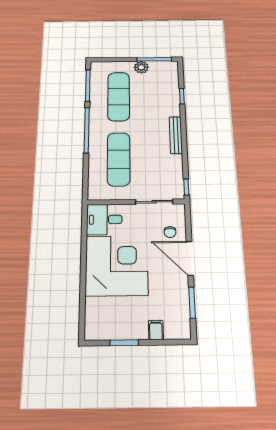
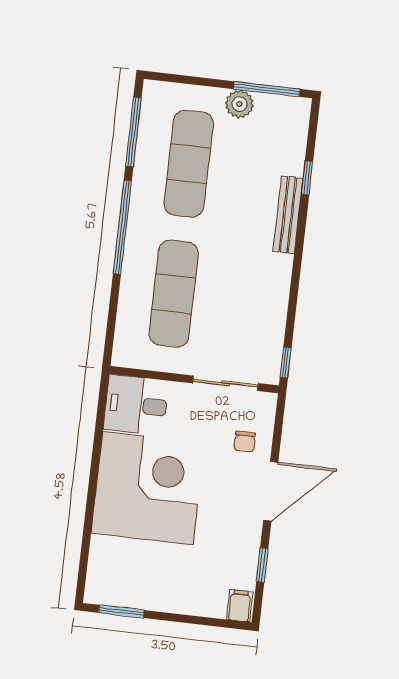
bench: (176, 135) -> (288, 215), moved
door: (190, 258) -> (271, 491), swing flipped
window: (192, 303) -> (262, 565), width x0.67
filing cabinet: (156, 330) -> (240, 606), moved
window: (124, 343) -> (121, 611), moved

